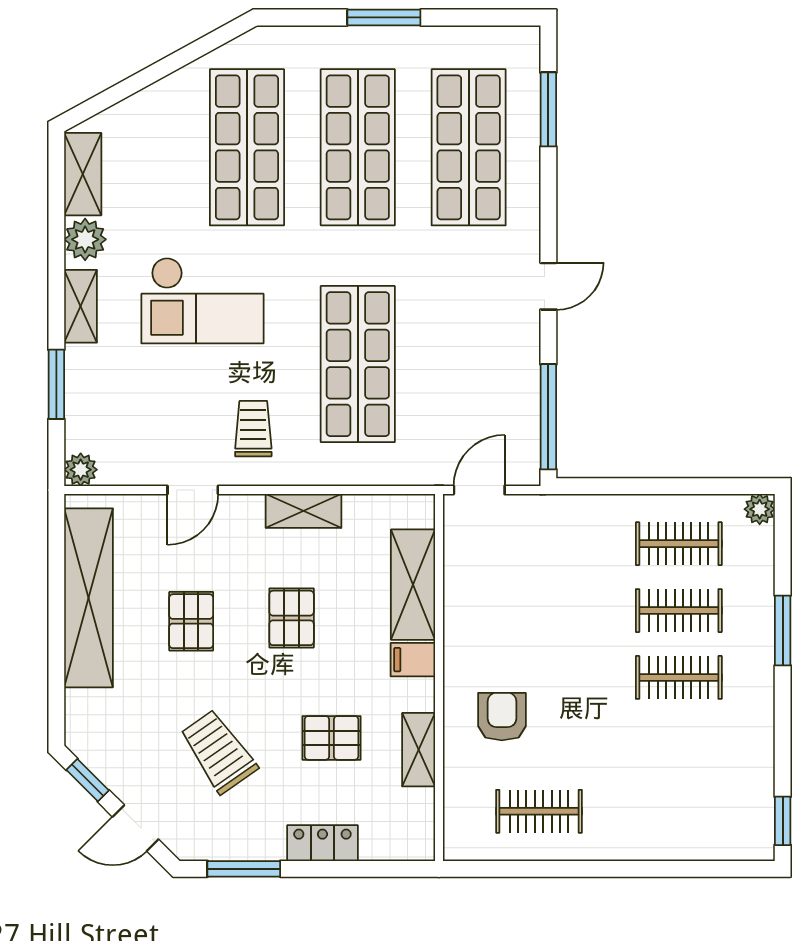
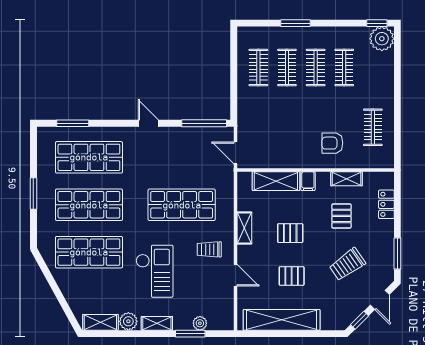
plant: (81, 470) -> (200, 323), moved
plant: (760, 509) -> (382, 39), moved, width x1.88, depth x1.88
clothes rail: (679, 744) -> (344, 68), added
locker: (322, 843) -> (386, 204), moved

